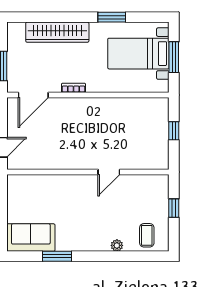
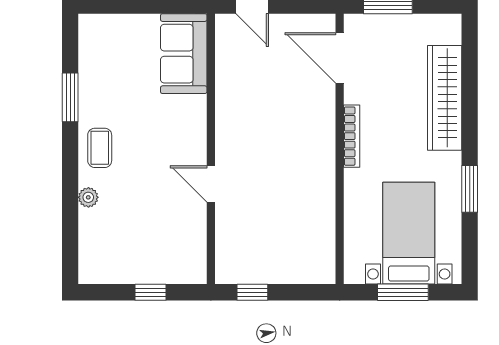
bookcase: (73, 88) -> (352, 136), width x1.56
window: (174, 131) -> (252, 292), moved
coffee table: (147, 235) -> (100, 148), moved, turned 90
sofa: (31, 238) -> (184, 54), moved, turned 180

